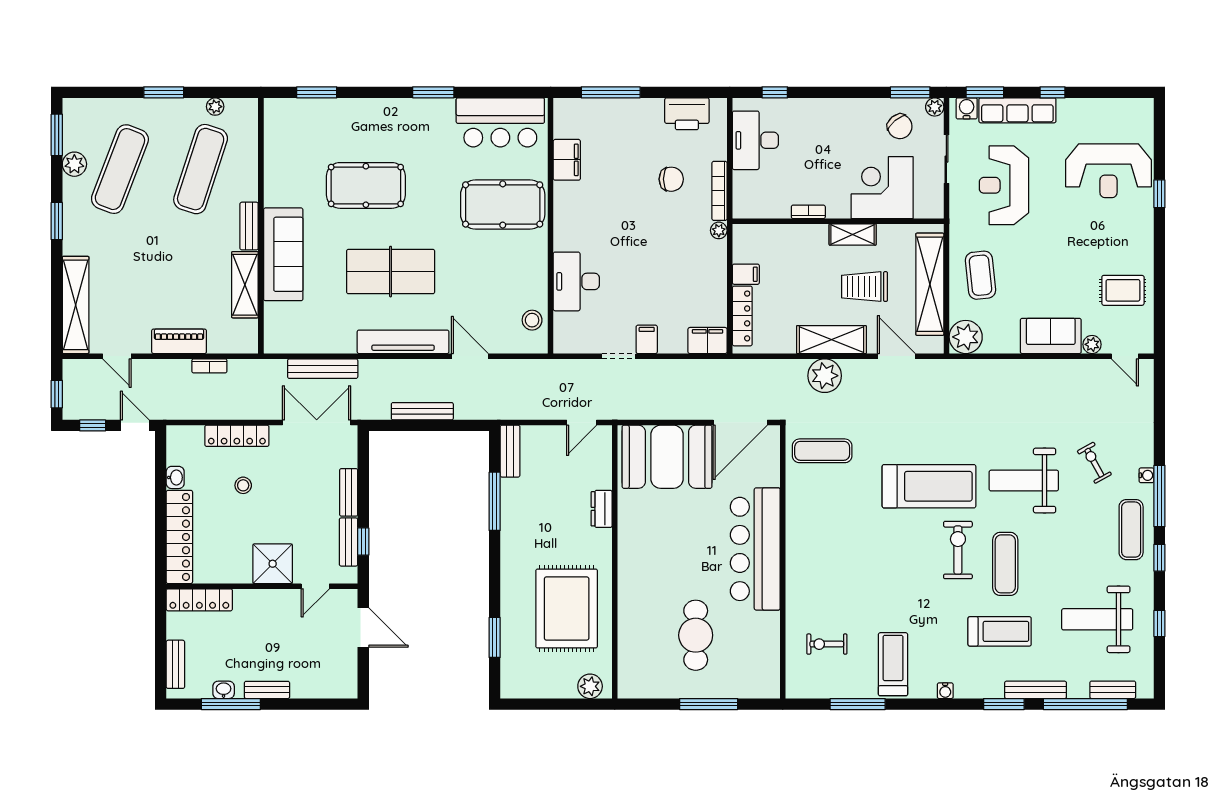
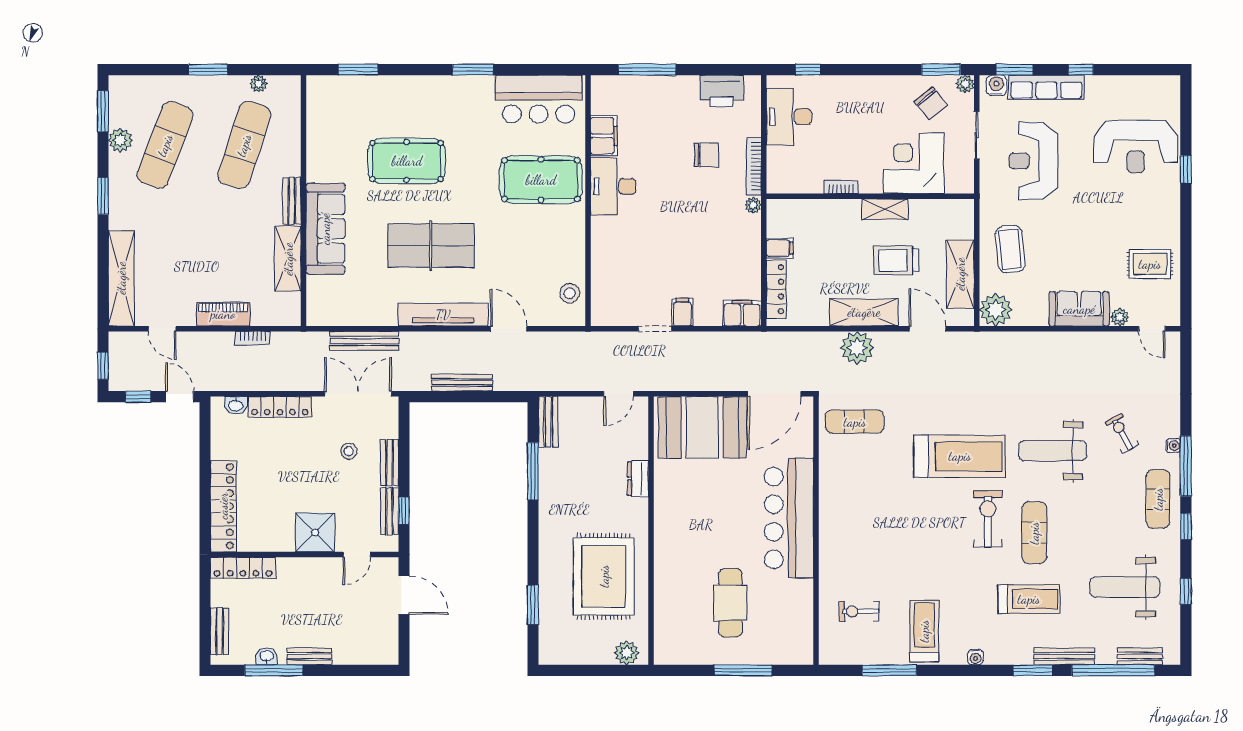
desk: (576, 281) -> (613, 186), moved
shelving: (930, 284) -> (960, 274), width x0.68
washbasin: (175, 477) -> (236, 405), moved, turned 90
stool: (243, 485) -> (349, 451), moved

